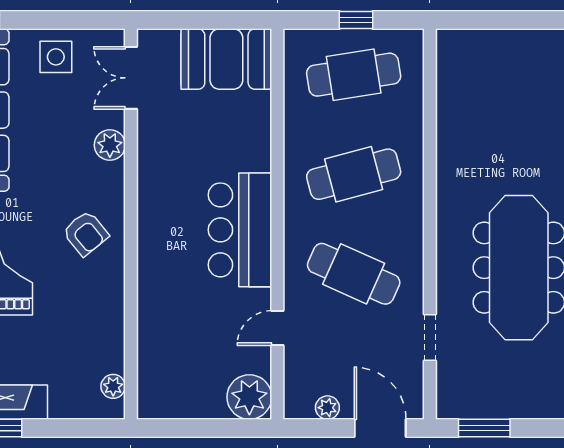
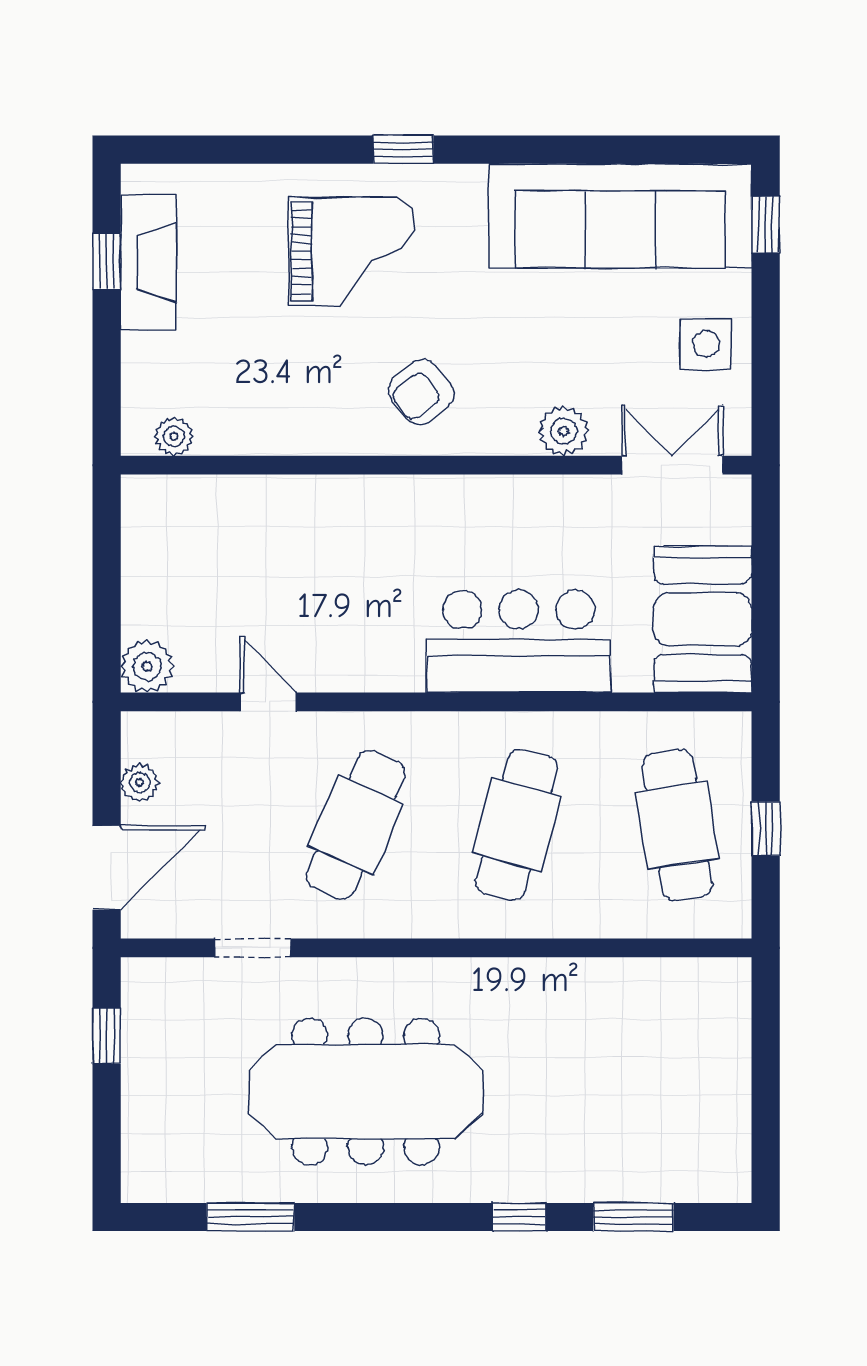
cafe table: (354, 174) -> (517, 825), turned 30
bar counter: (240, 230) -> (519, 641), moved
plant: (249, 397) -> (147, 666), width x0.73, depth x0.73
window: (484, 428) -> (107, 1036), width x0.67

